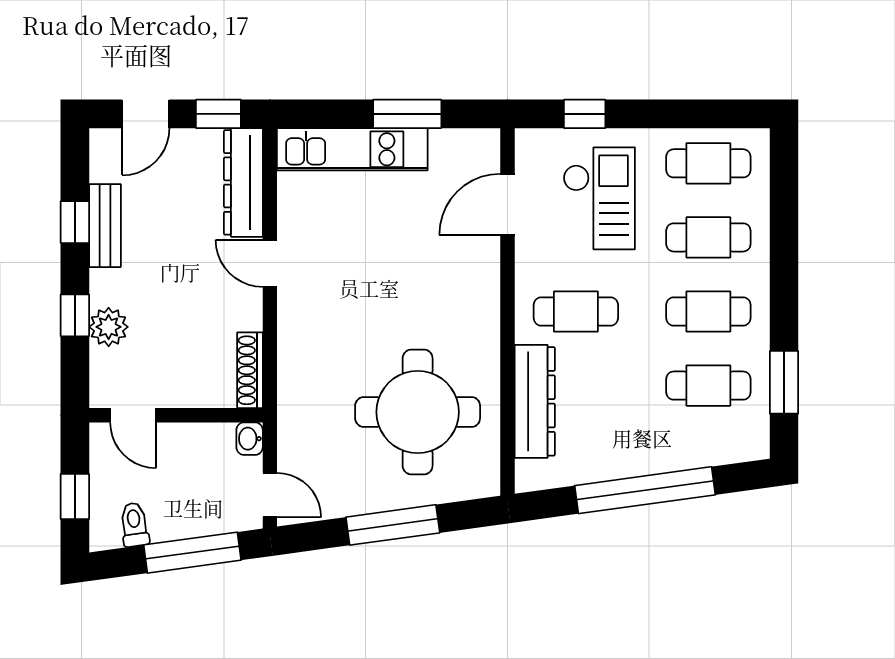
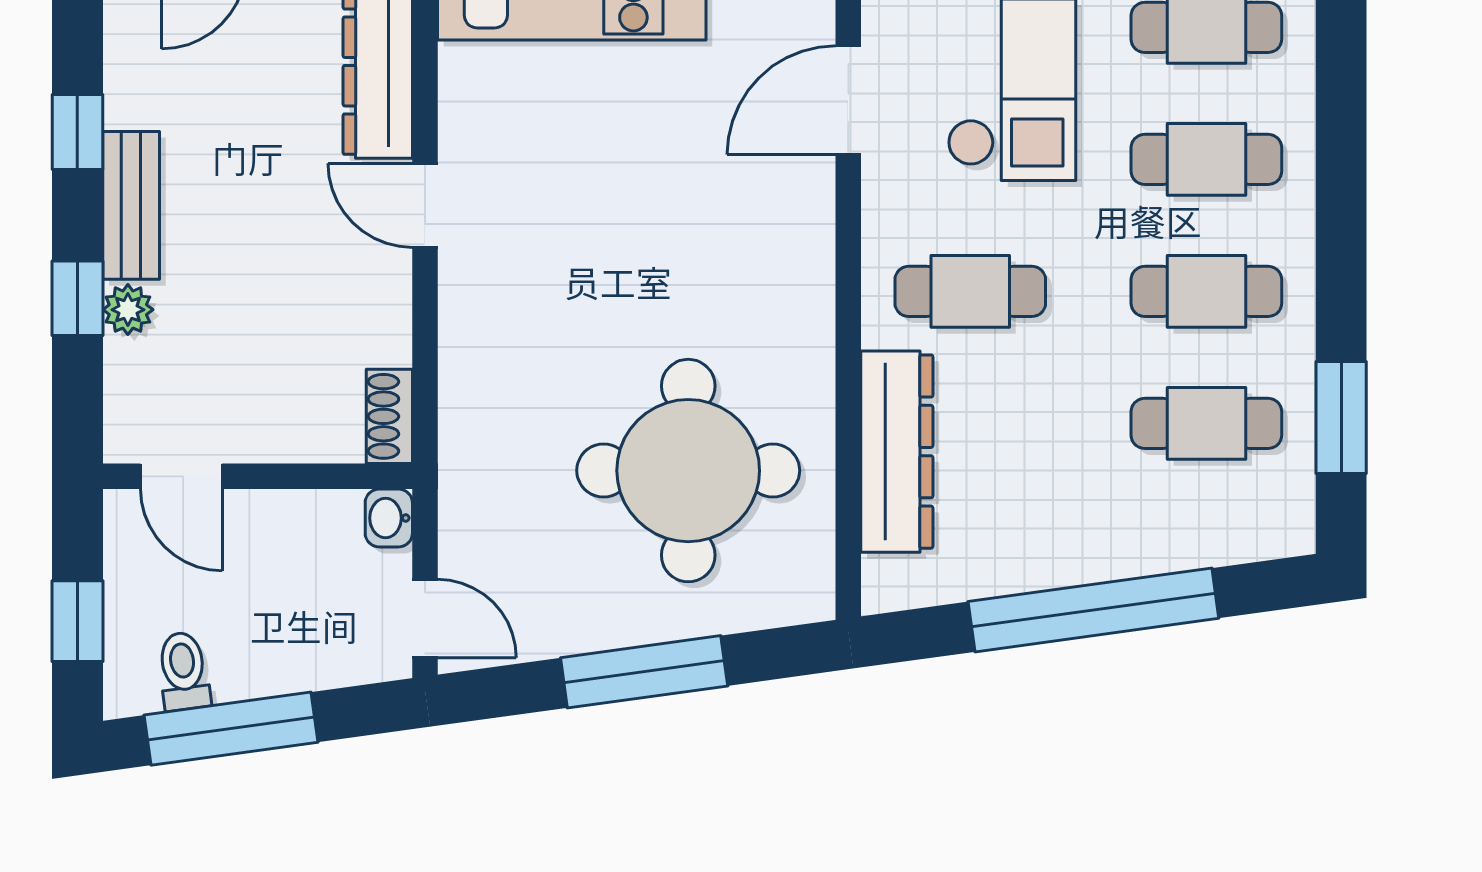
bench: (105, 226) -> (131, 205), moved
plant: (109, 327) -> (128, 310), width x0.73, depth x0.73
shoe rack: (250, 370) -> (389, 416), width x0.70
window: (192, 553) -> (231, 729), moved

